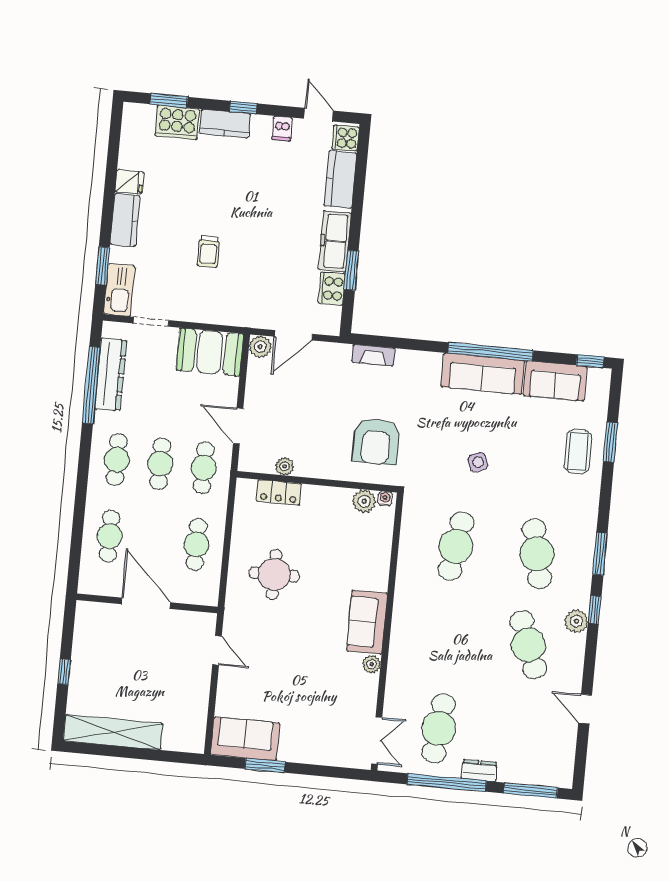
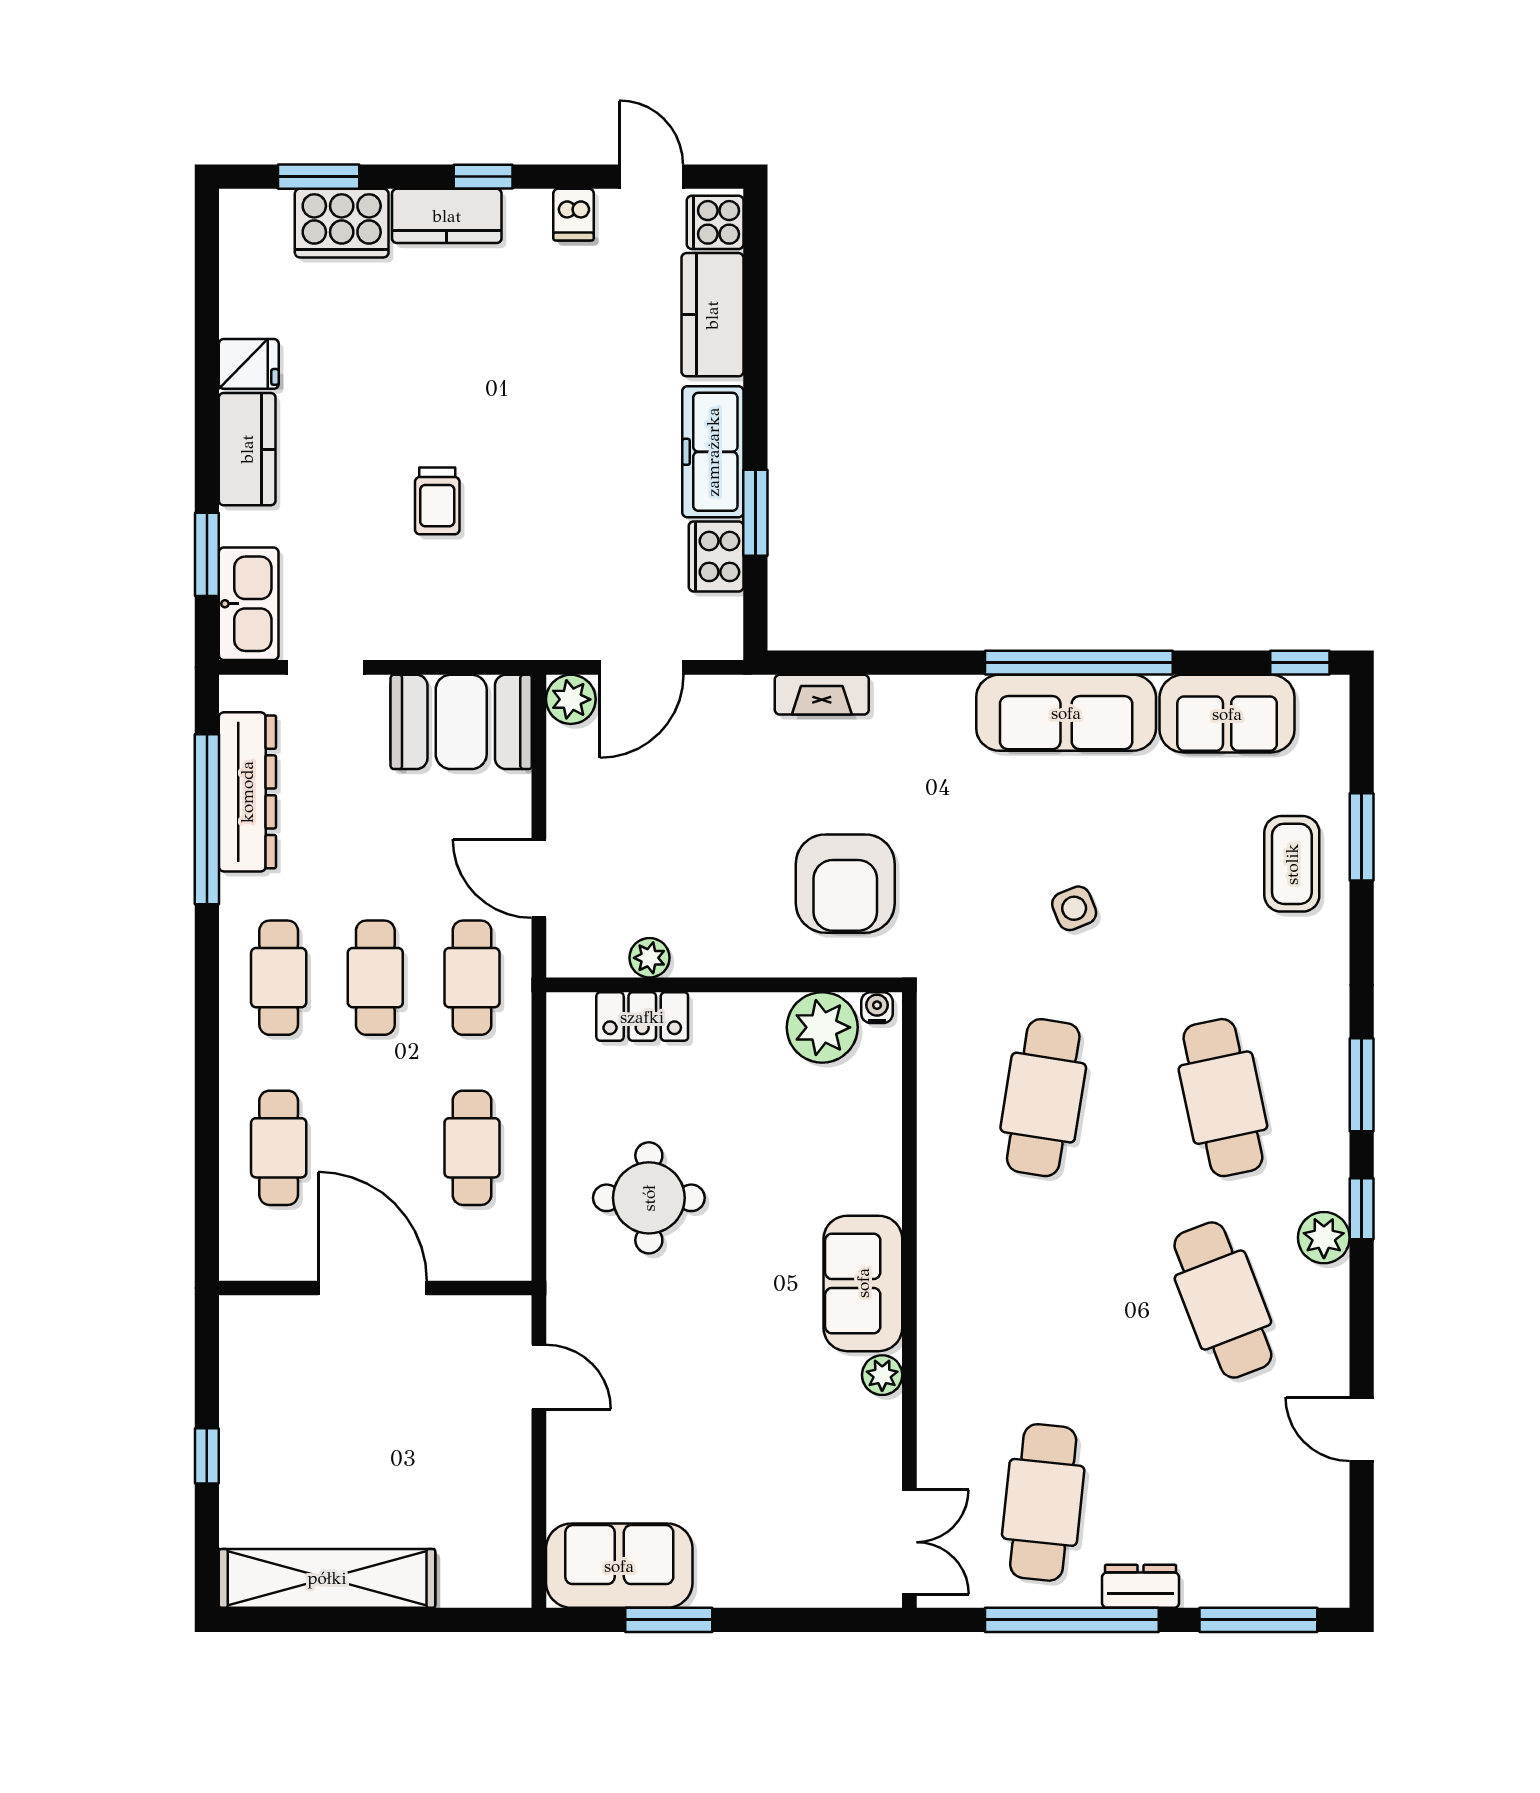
plant: (364, 501) -> (822, 1027), width x1.36, depth x1.36

